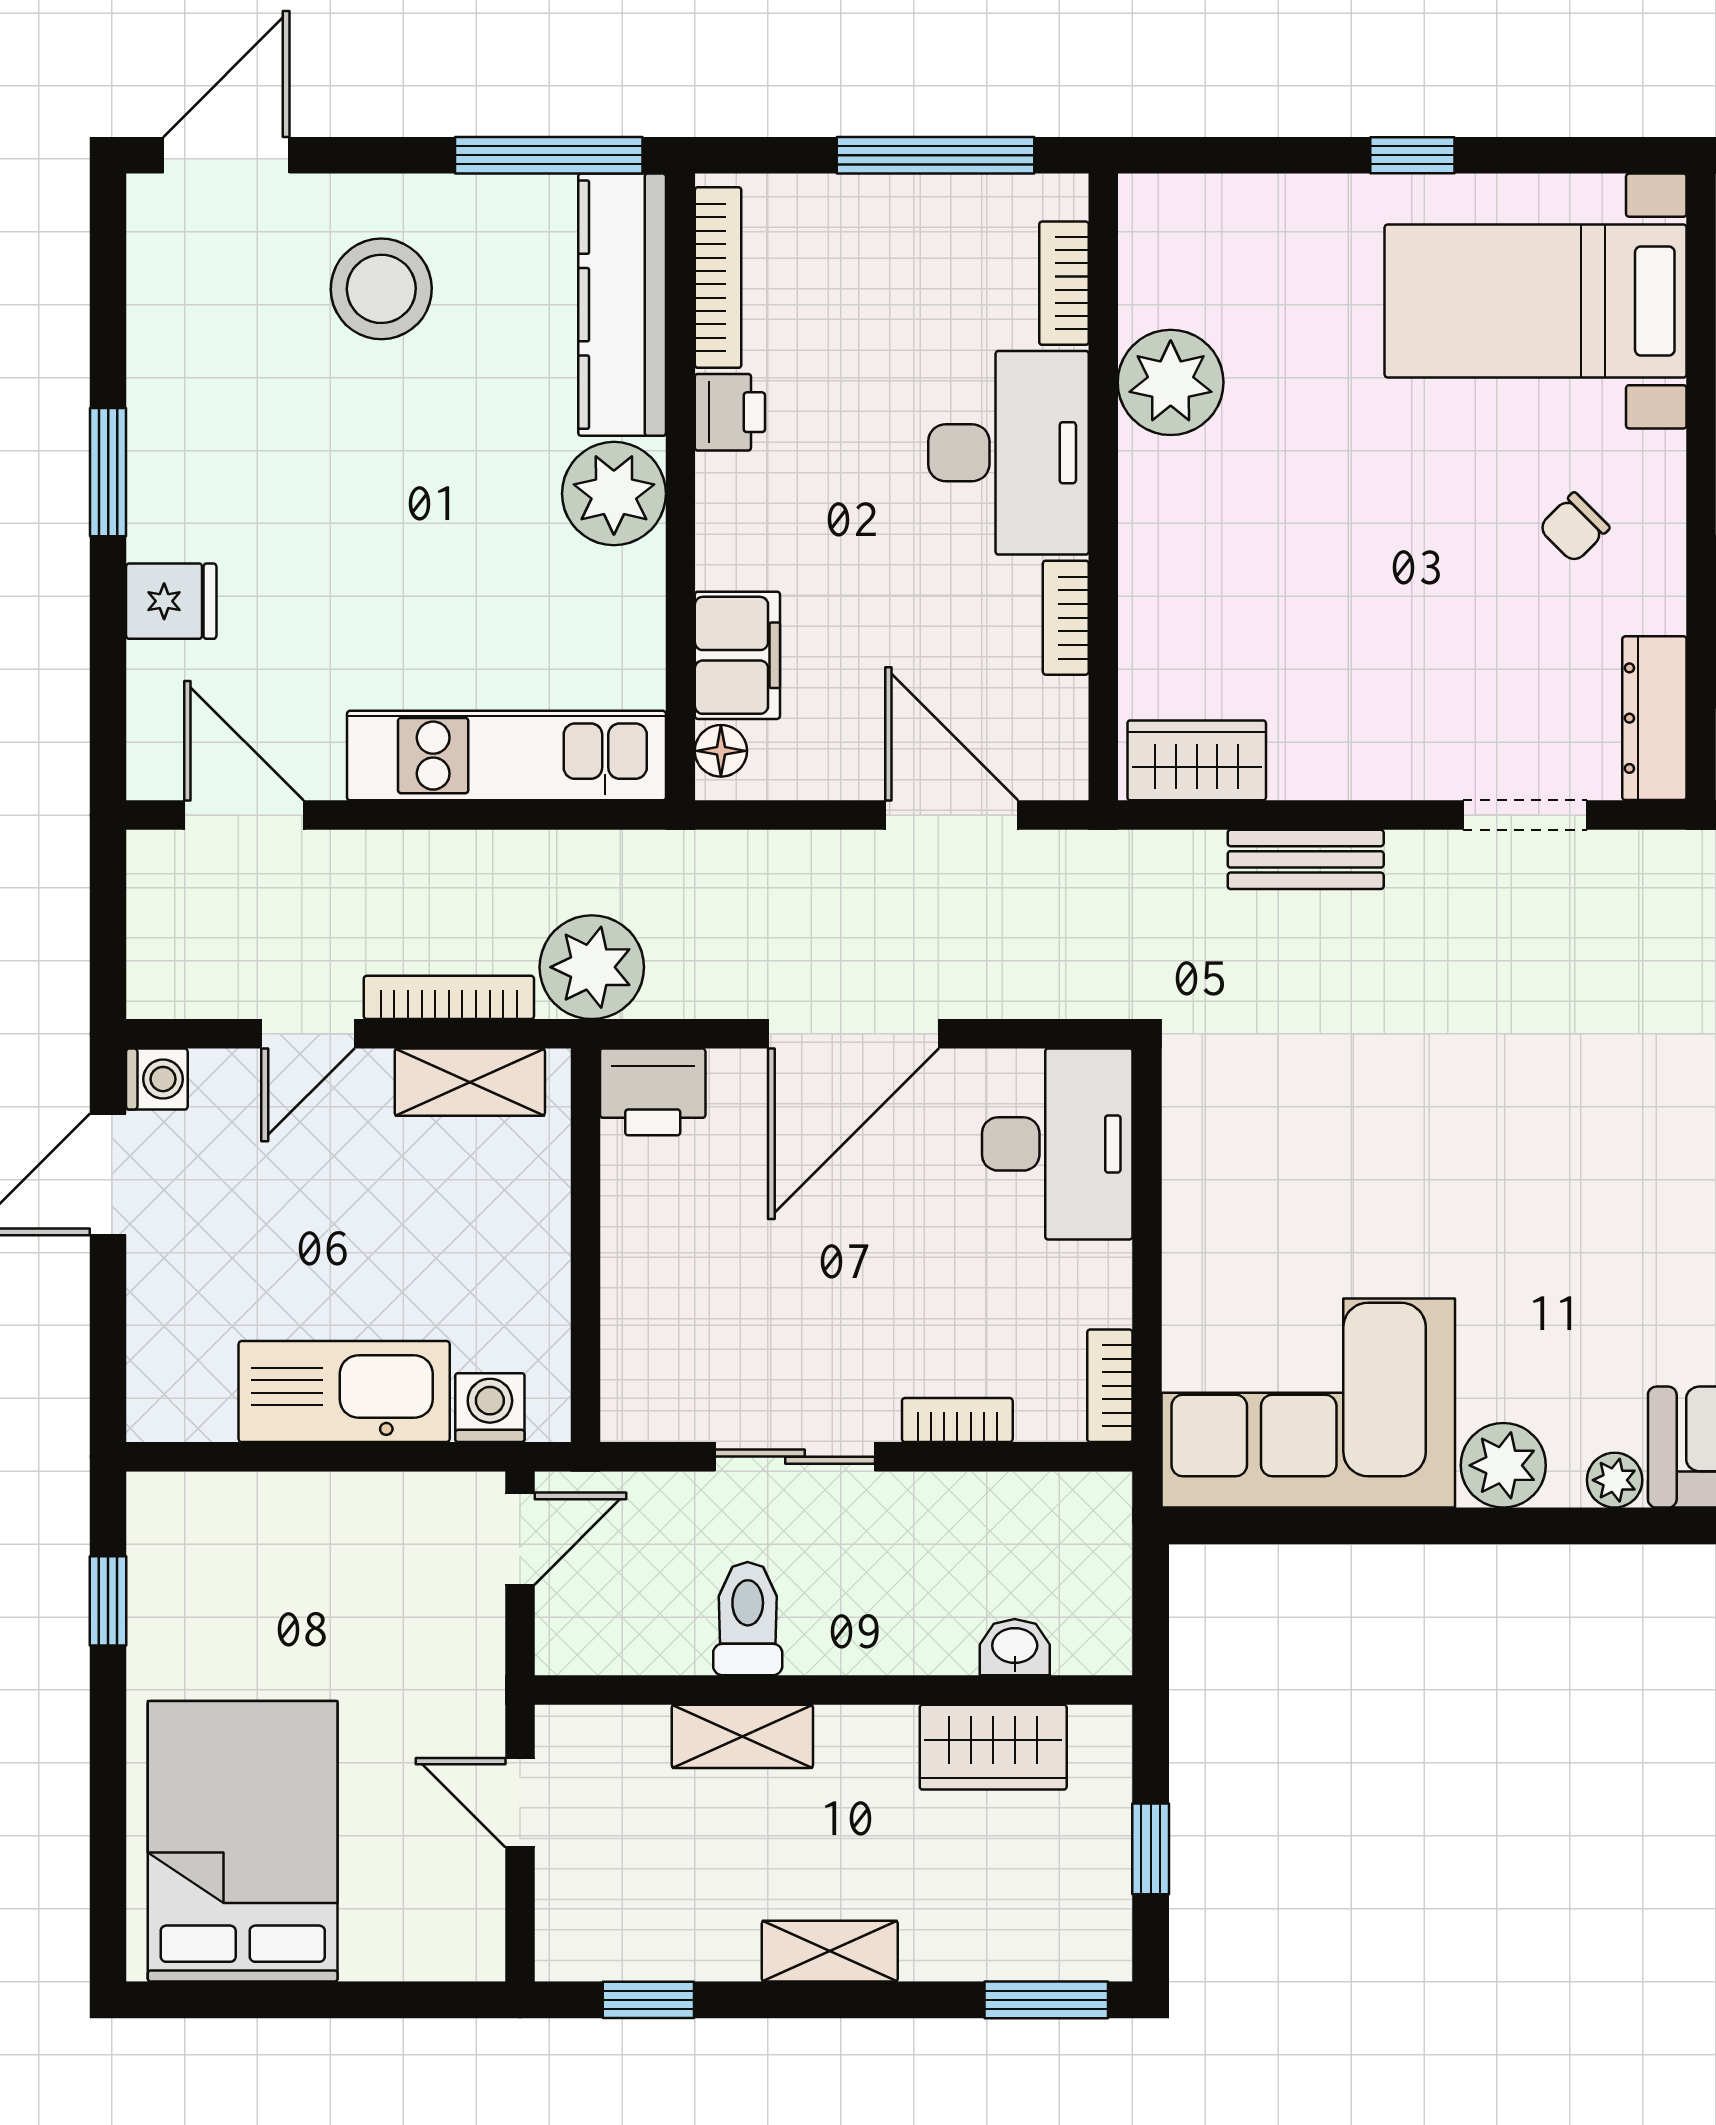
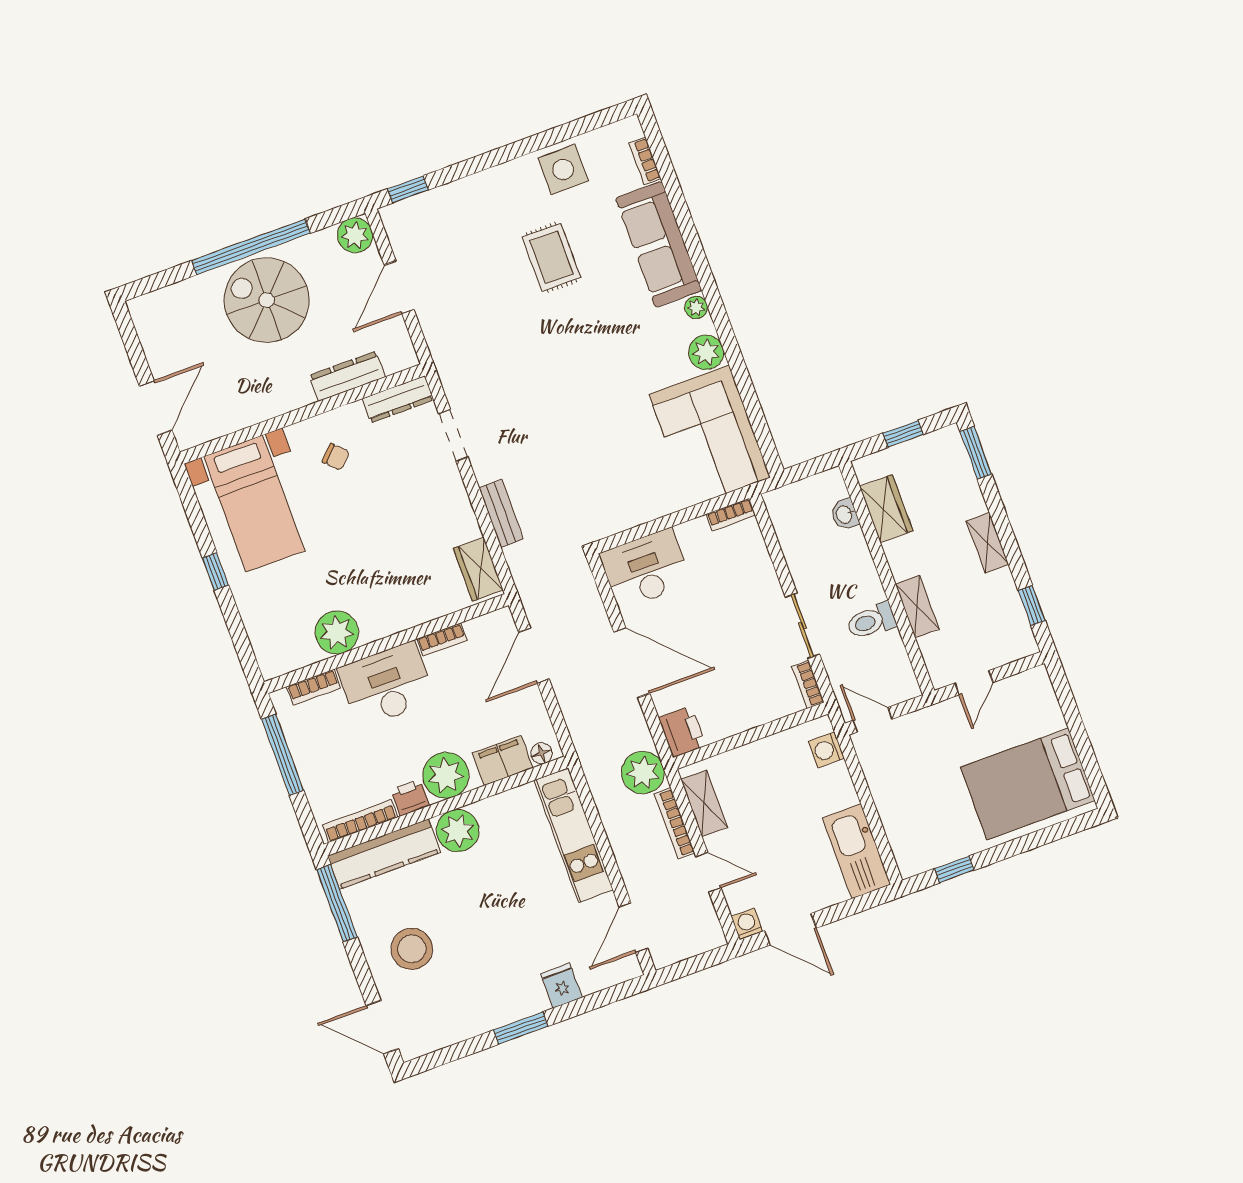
plant: (751, 513) -> (446, 775), added
kitchen sink: (344, 1392) -> (857, 851), moved
bookcase: (957, 1420) -> (808, 684), moved

